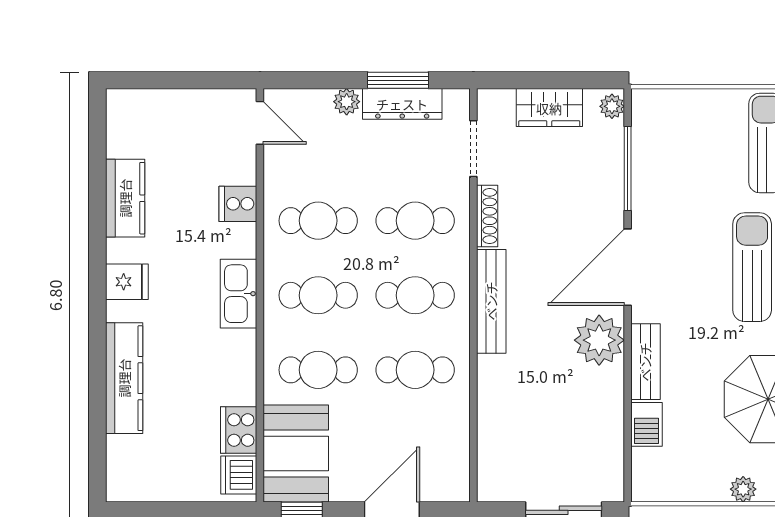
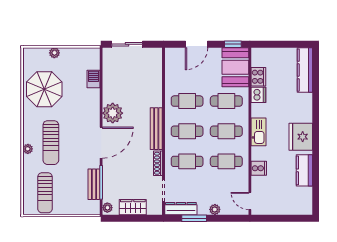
dresser: (402, 104) -> (181, 209), moved
fridge: (127, 282) -> (301, 137), width x1.88, depth x1.34
bench: (645, 362) -> (94, 184), moved
kitchen counter: (124, 378) -> (305, 70), moved
dishwasher: (239, 475) -> (258, 95), moved

